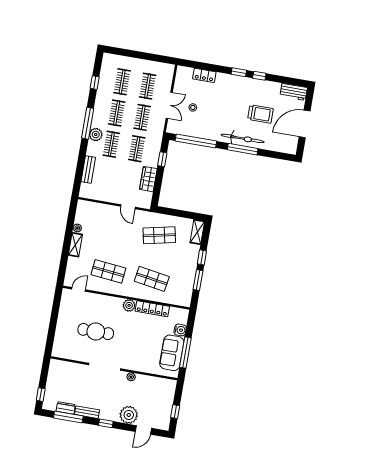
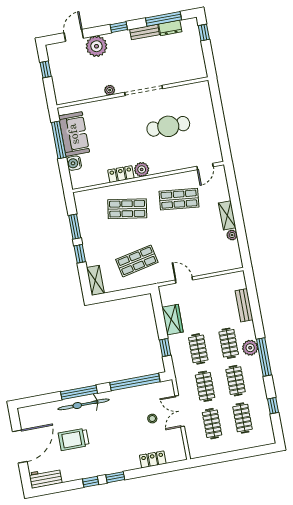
locker: (152, 309) -> (121, 174), width x0.66

